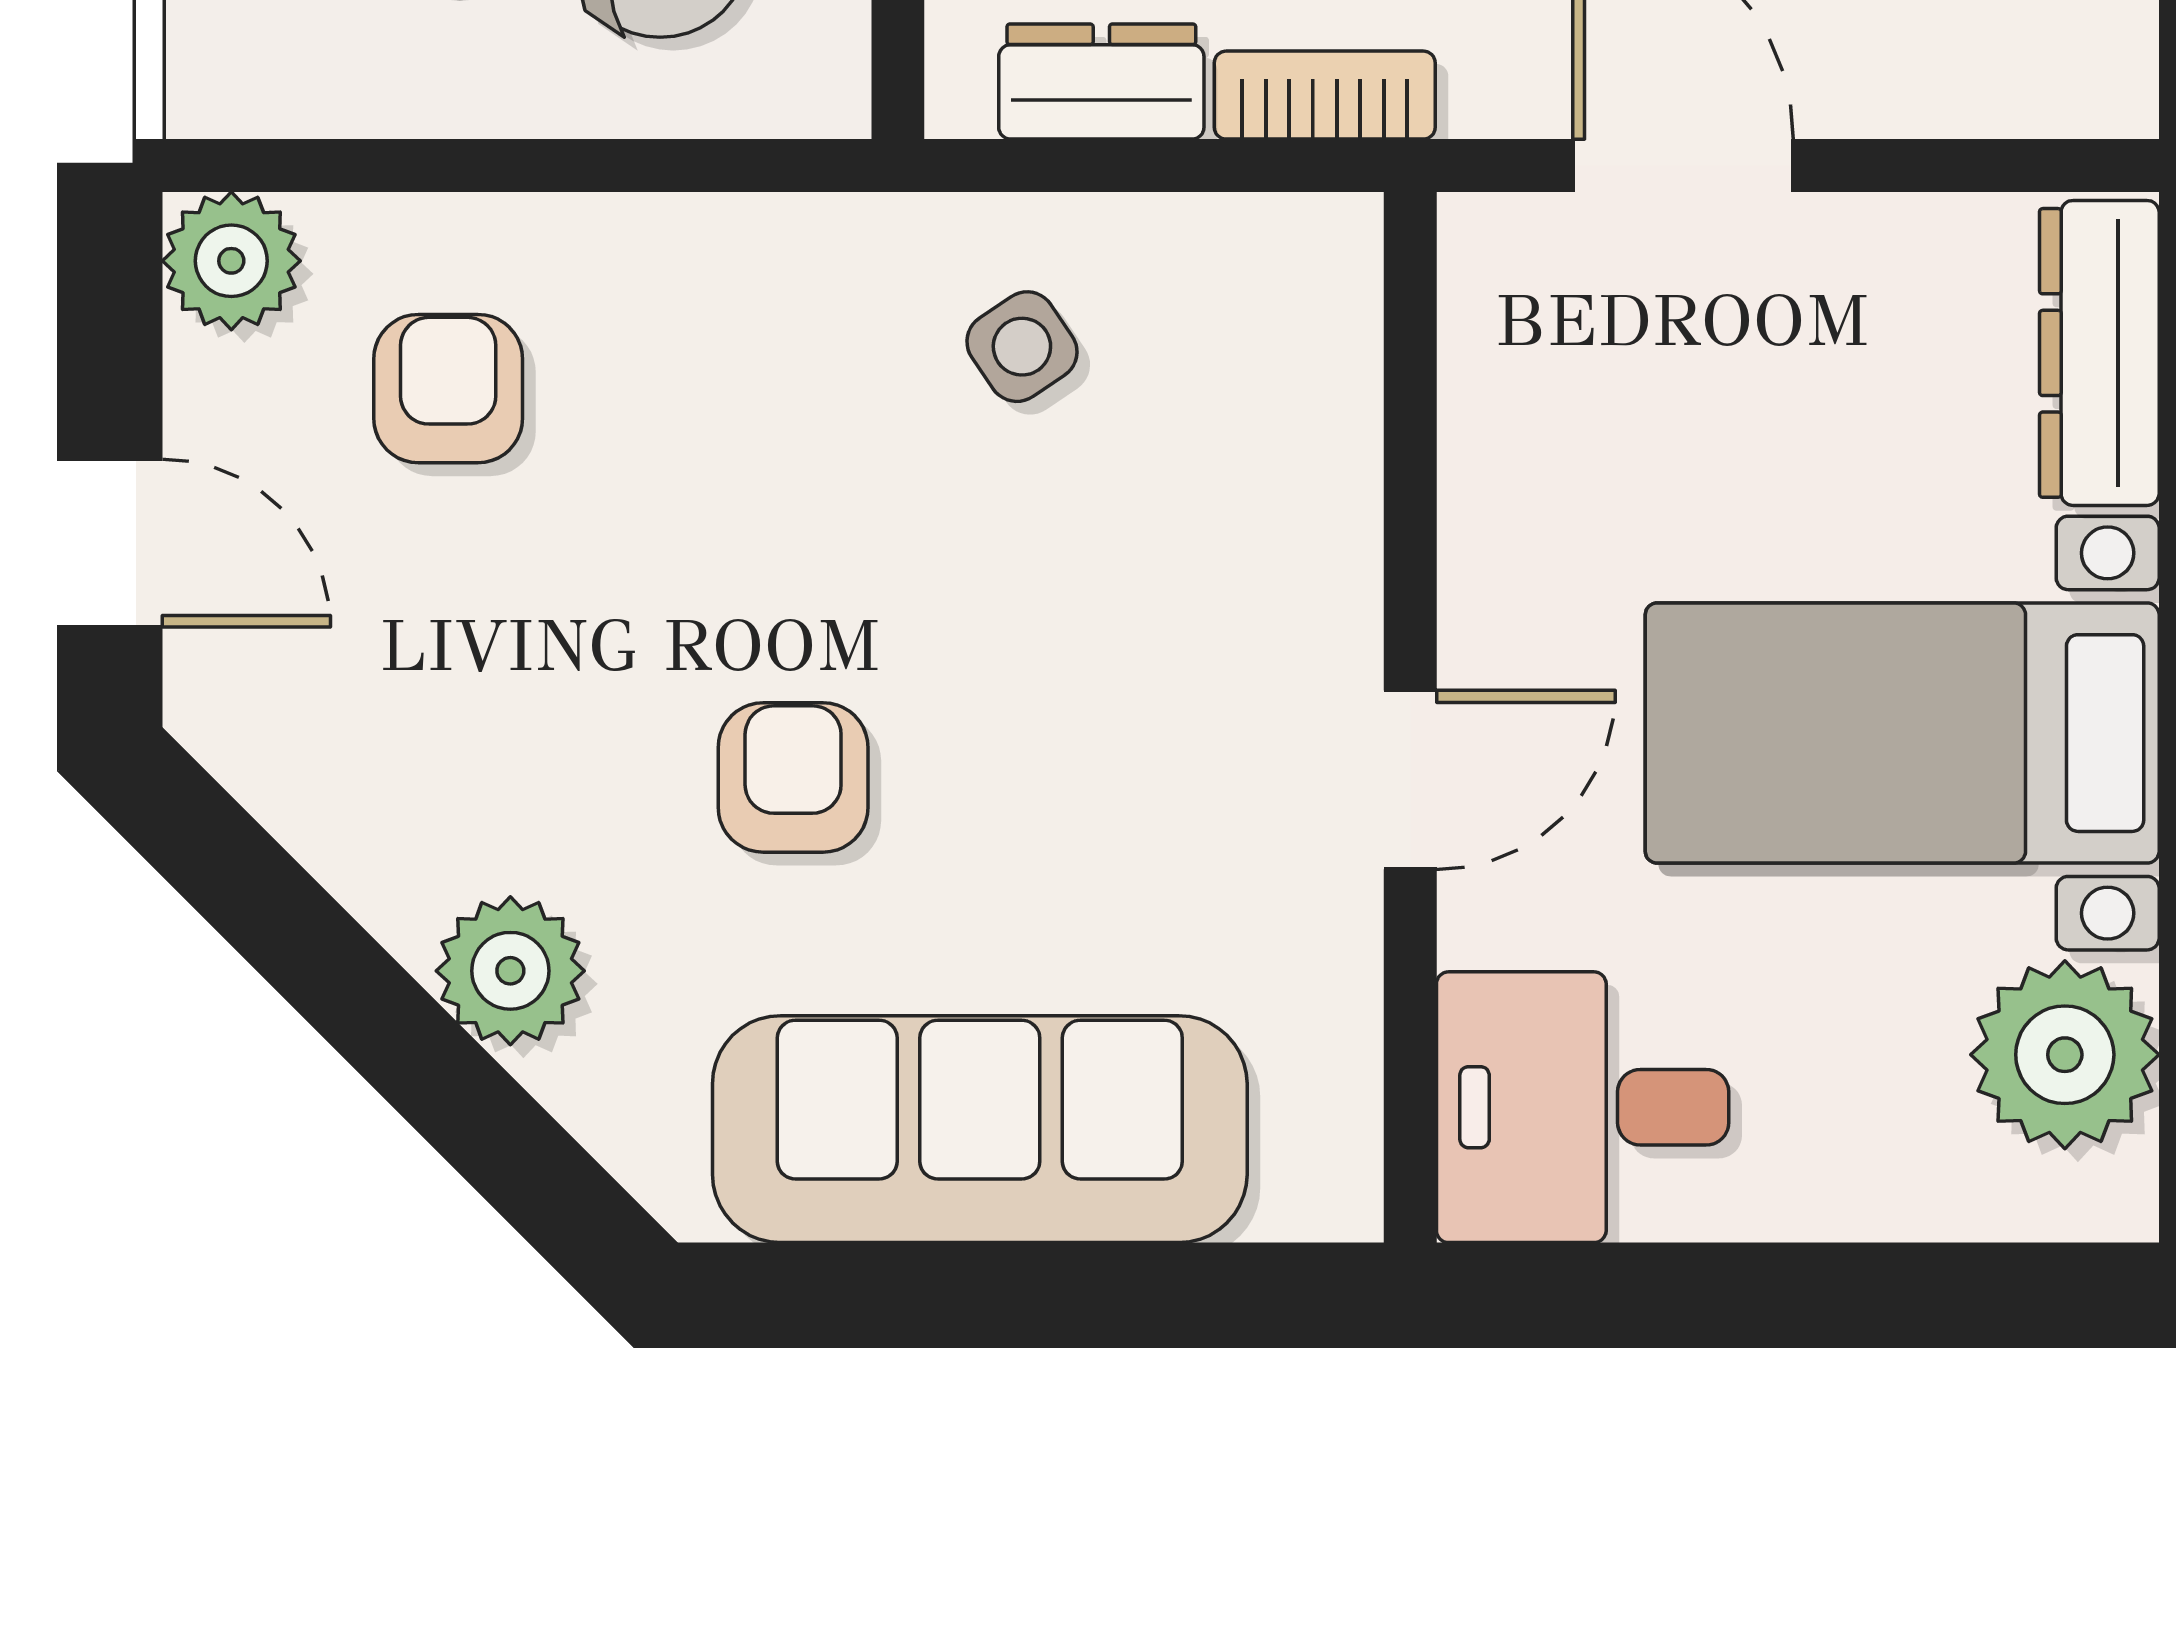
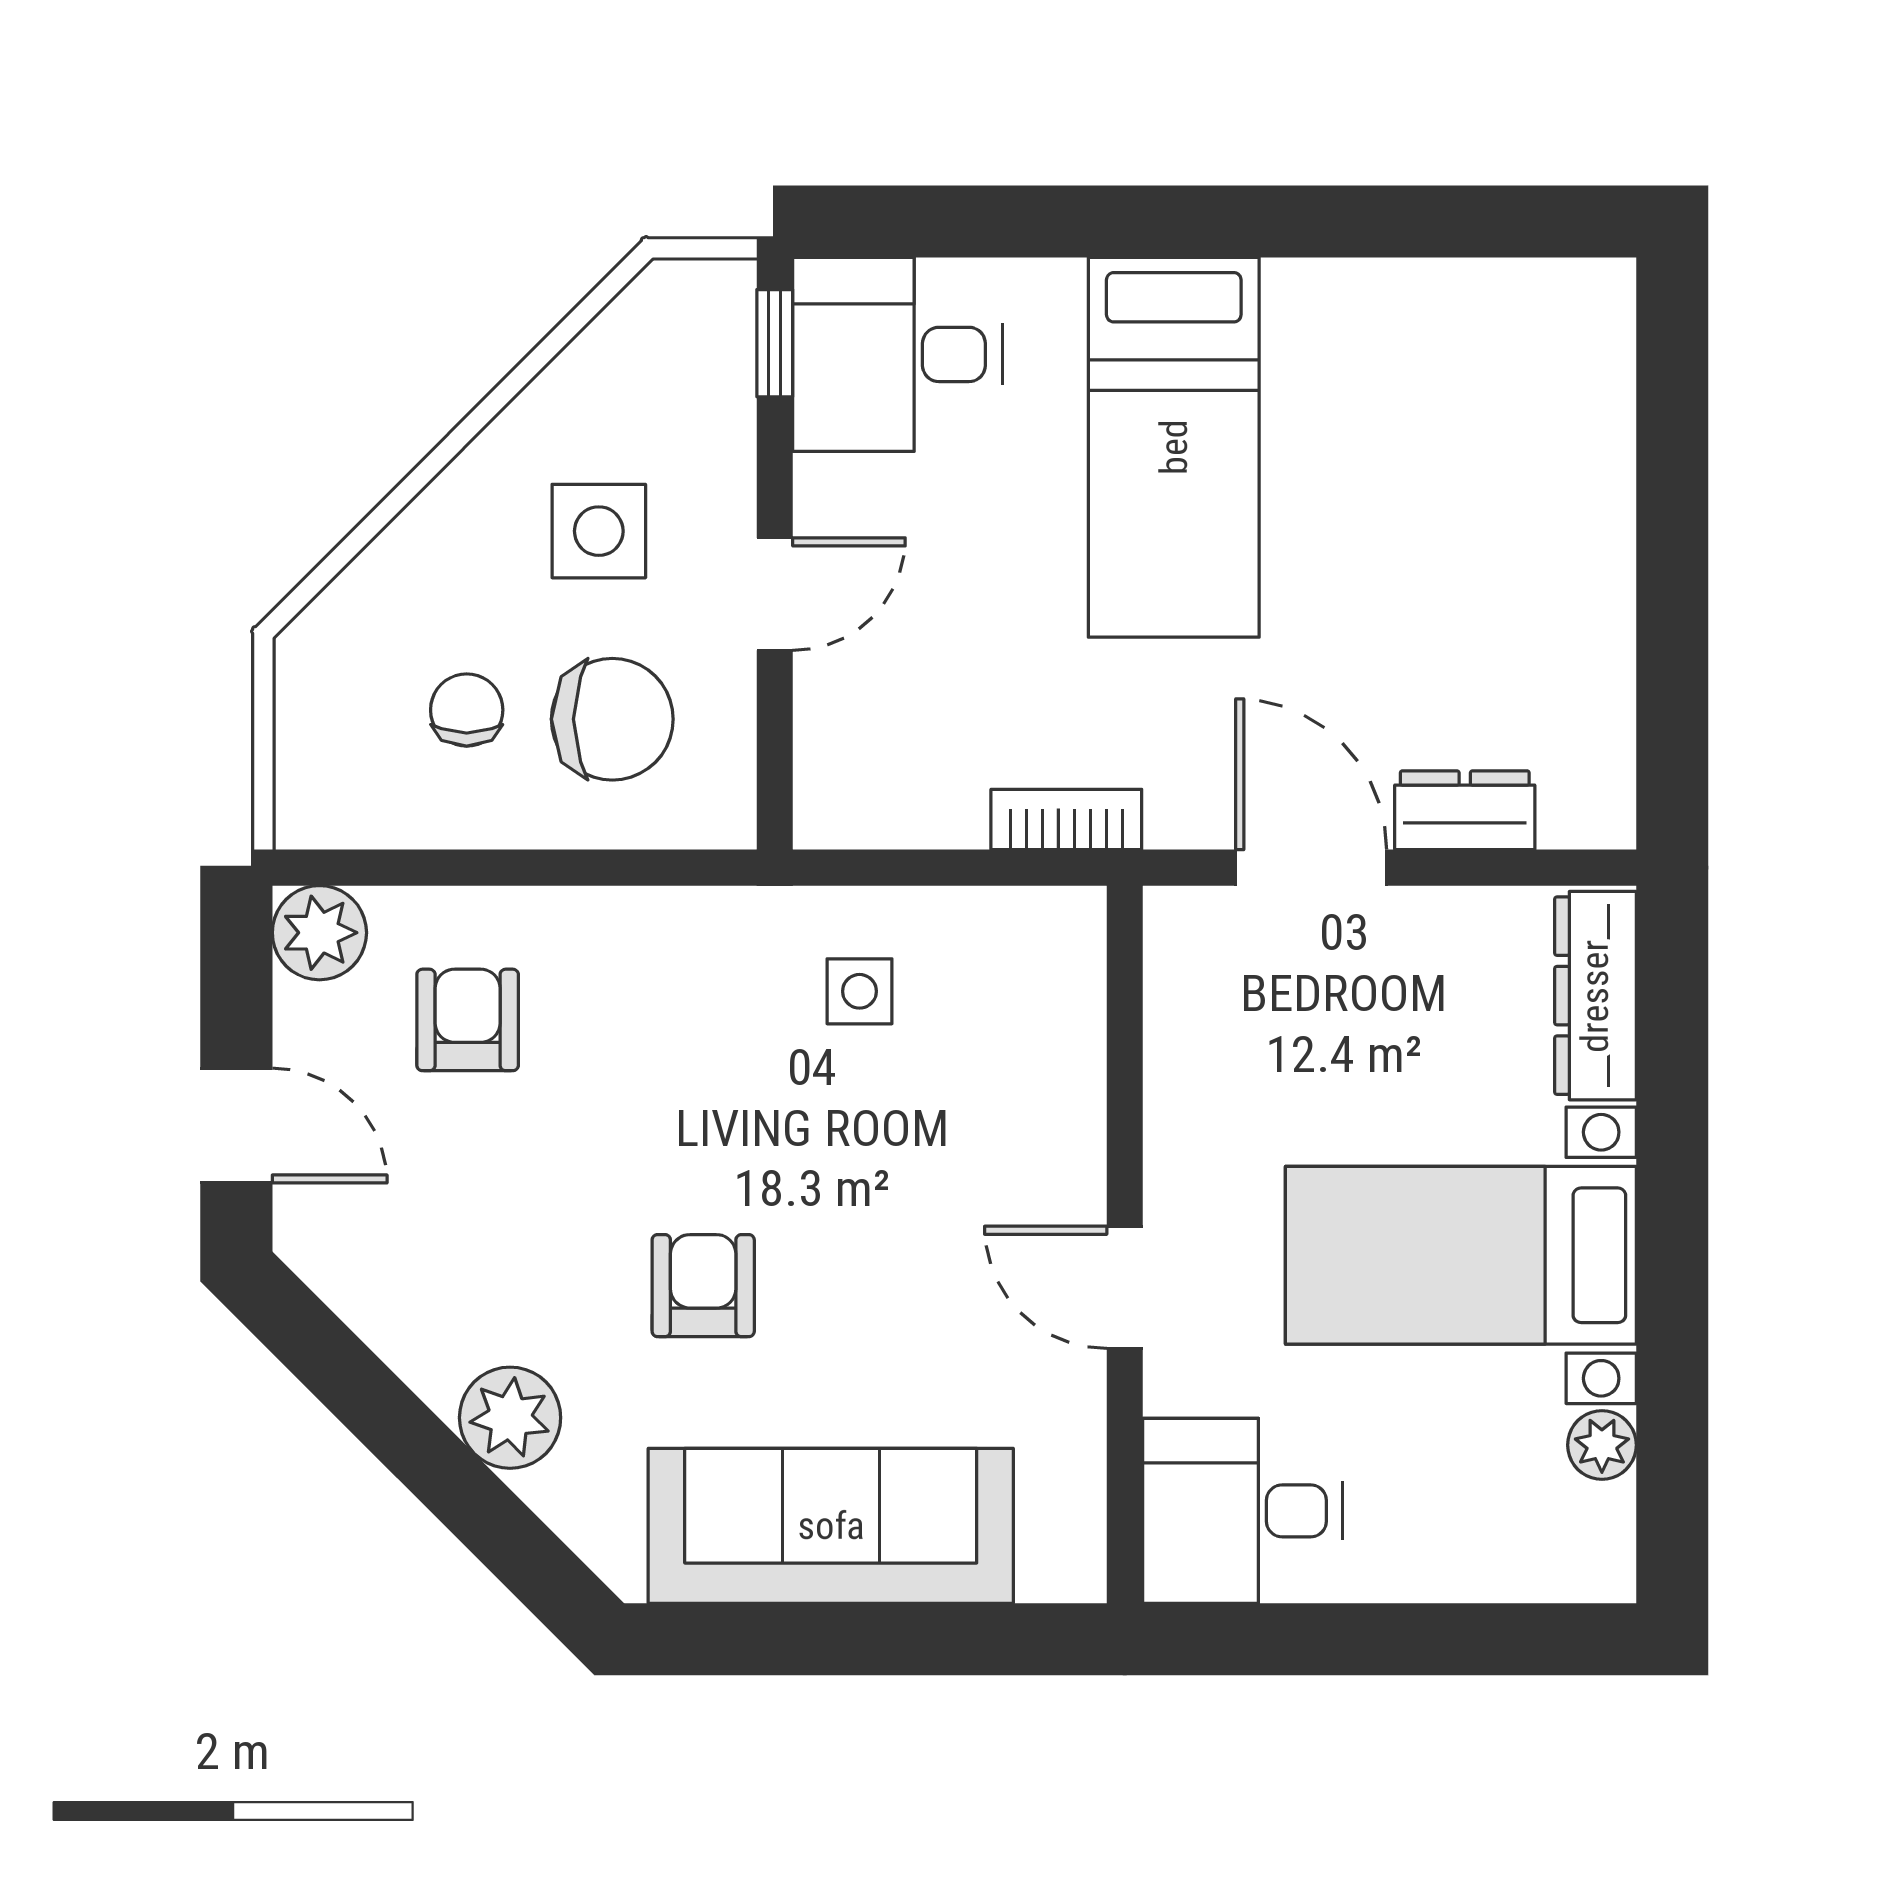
dresser: (1101, 82) -> (1465, 810), moved
side table: (1022, 347) -> (860, 991), turned 34
door: (1410, 780) -> (1125, 1287), swing flipped
plant: (2065, 1055) -> (1602, 1445), width x0.53, depth x0.53

